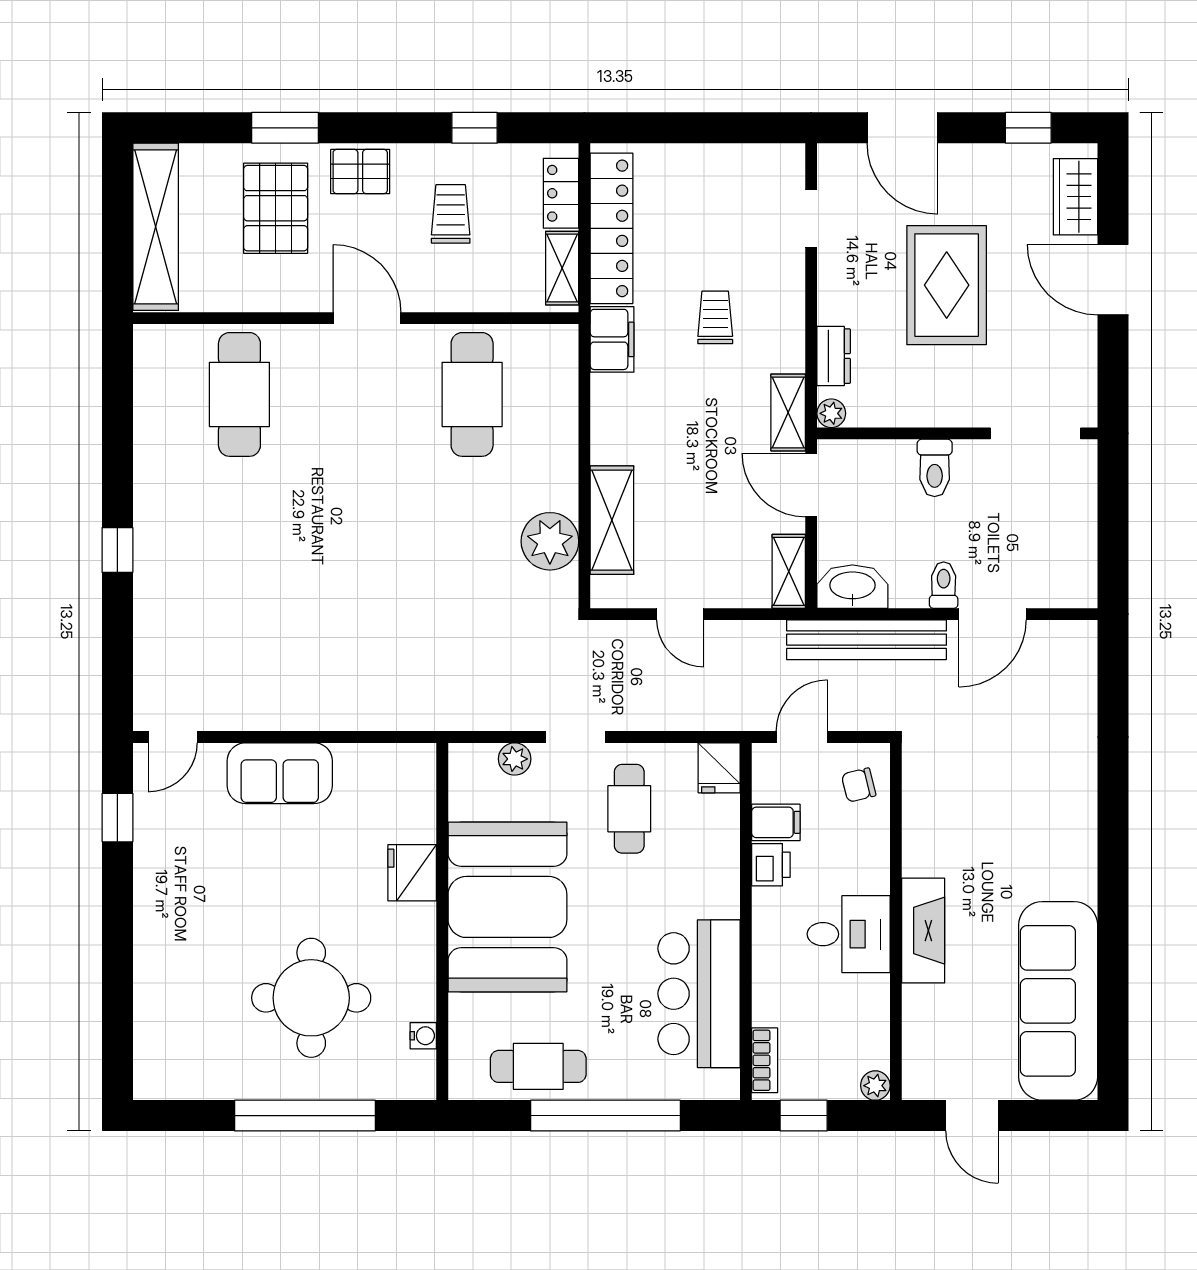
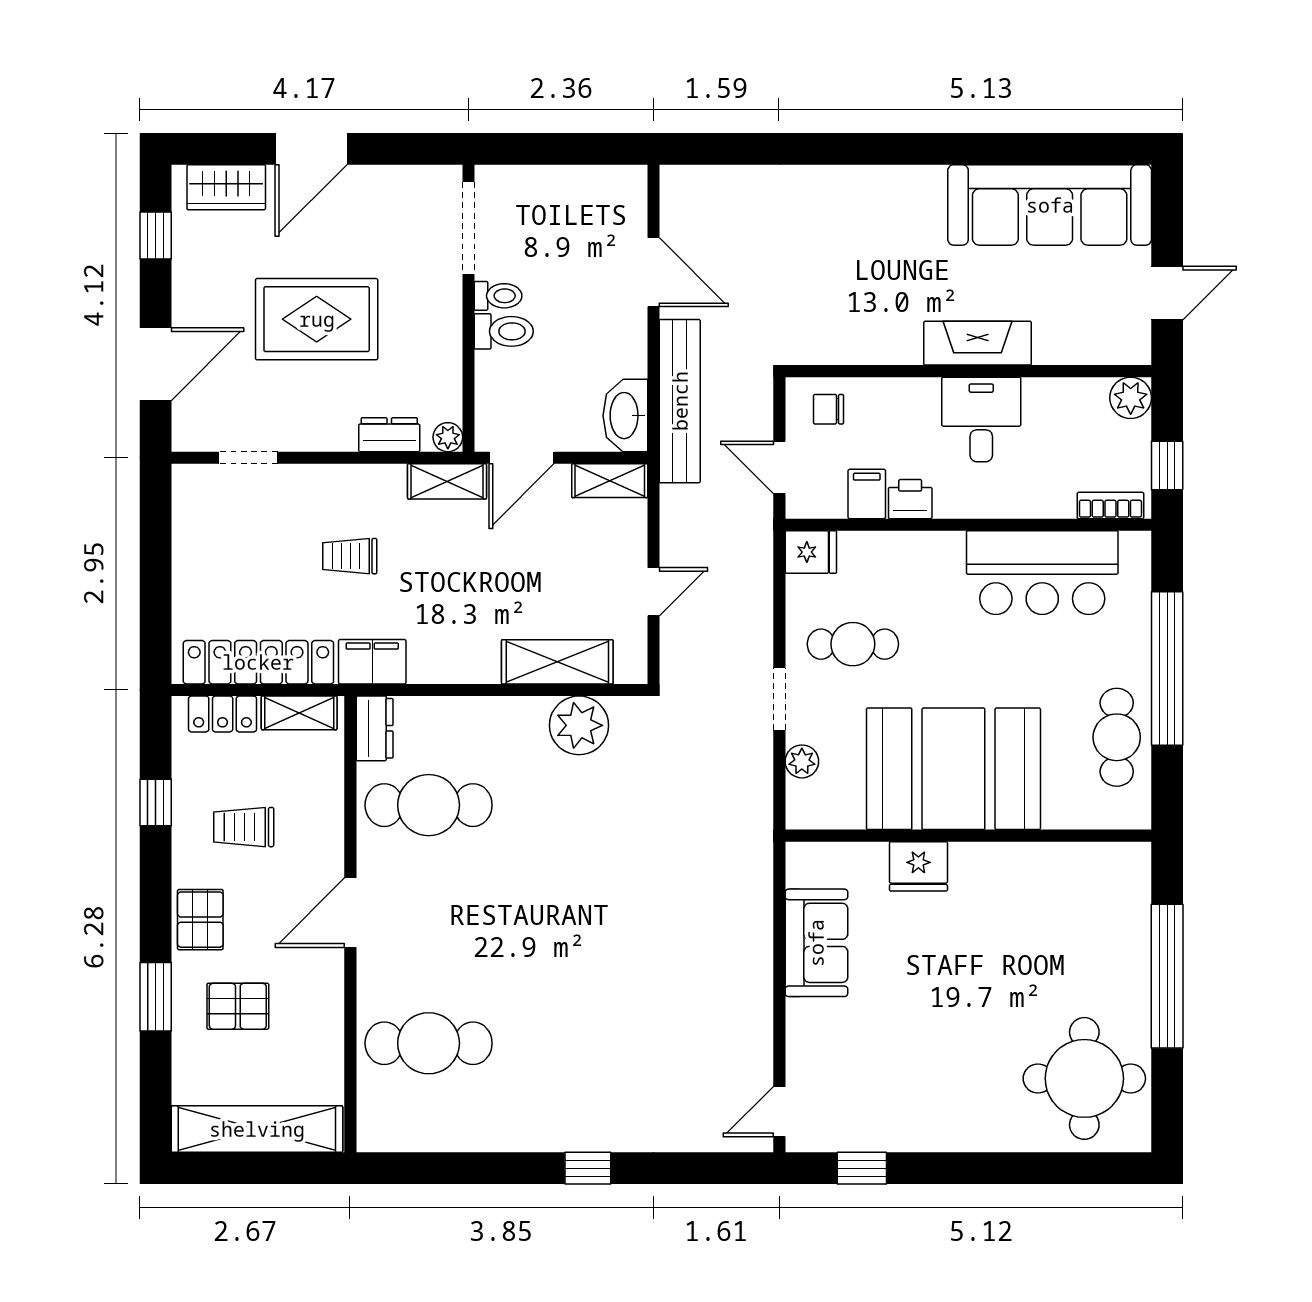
pallet: (276, 208) -> (238, 1006), width x0.67, depth x0.71
dresser: (547, 342) -> (375, 728), added
toilet: (944, 585) -> (498, 296), moved, turned 180
door: (173, 737) -> (779, 1112), swing flipped
sofa: (280, 773) -> (816, 943), moved
chair: (859, 785) -> (829, 409), turned 104
round table: (311, 998) -> (1084, 1078), moved
water cooler: (423, 1036) -> (1085, 855), removed
plant: (875, 1086) -> (1131, 398), width x1.38, depth x1.38

